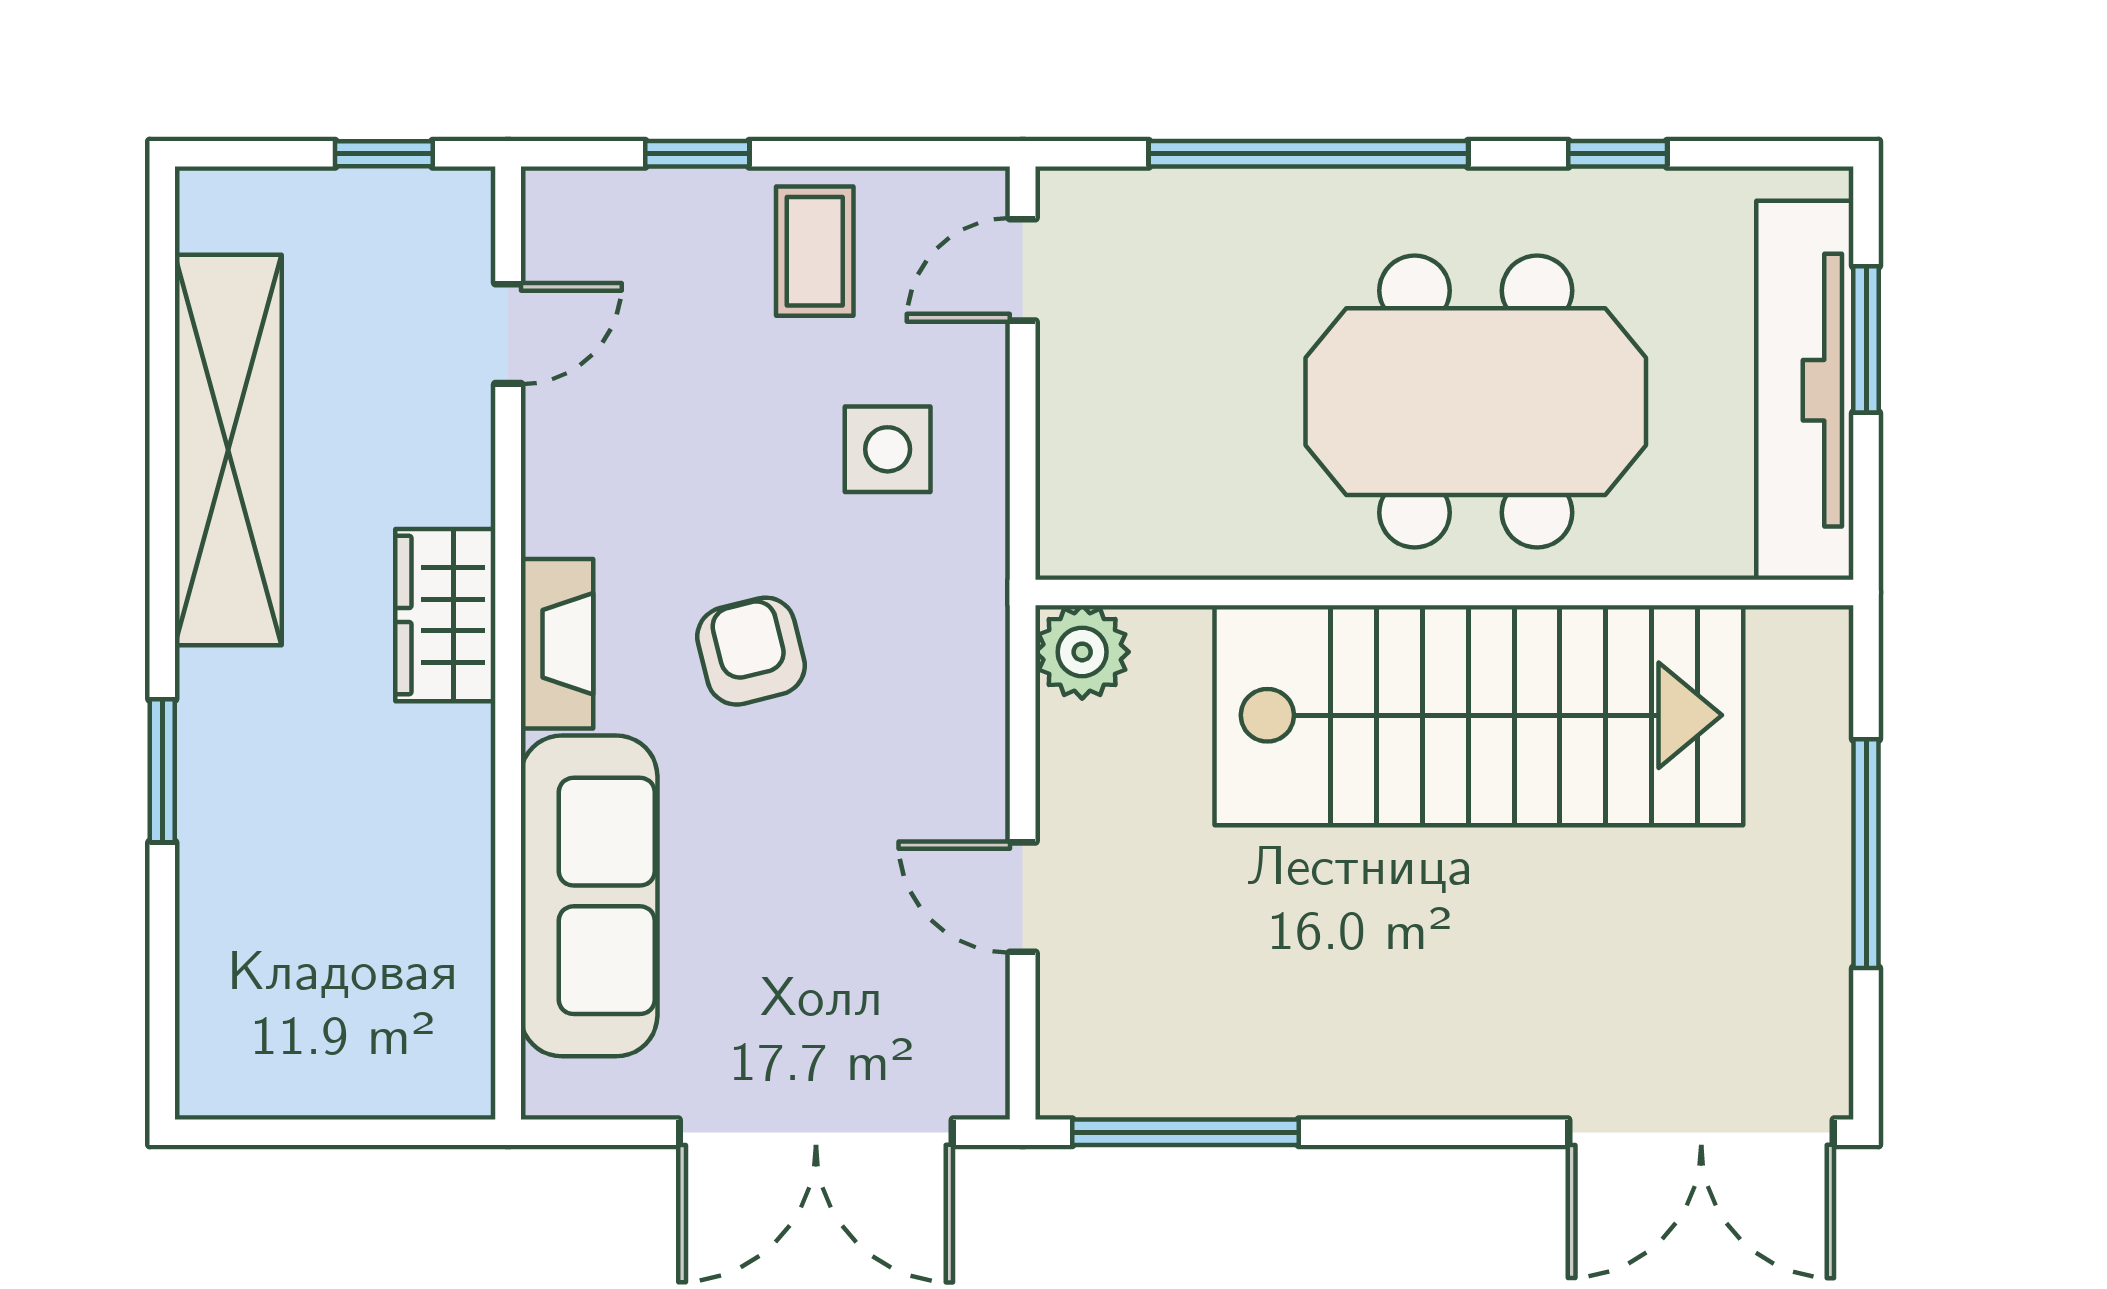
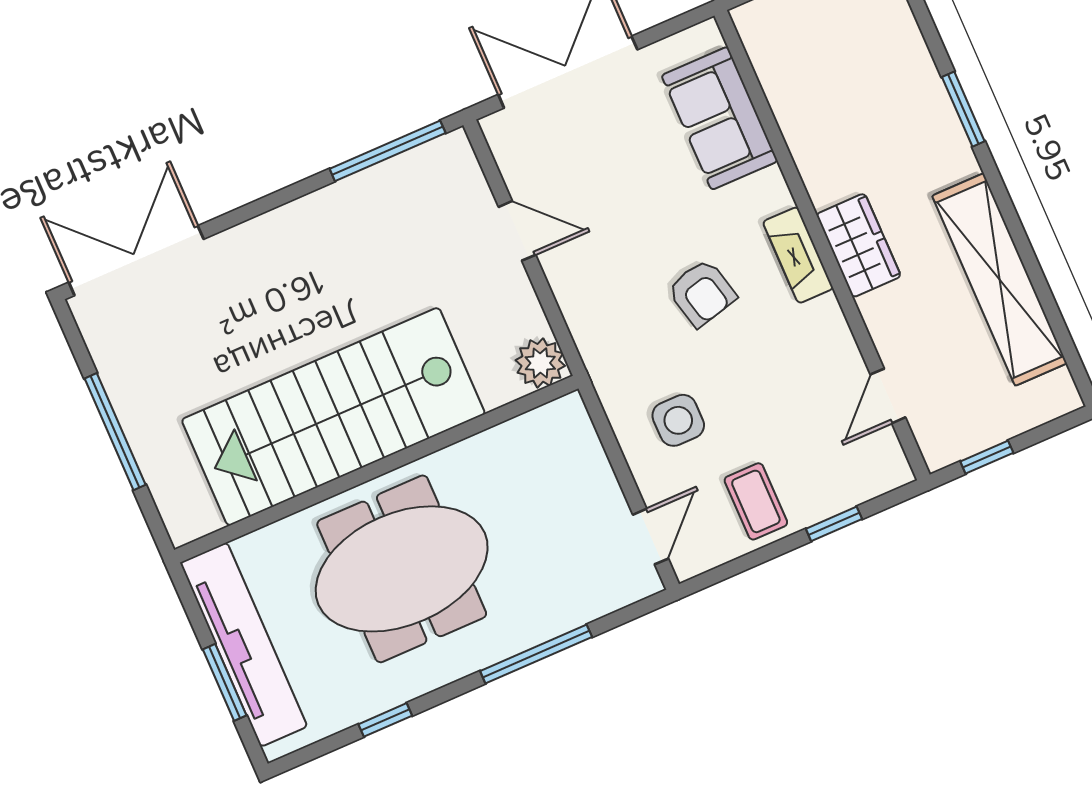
window: (1308, 154) -> (536, 654), width x0.68
sofa: (589, 896) -> (720, 118), width x0.73

